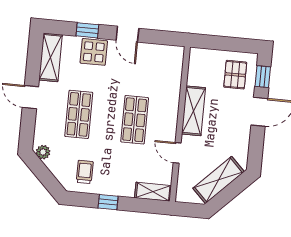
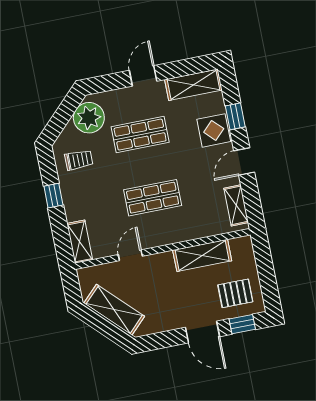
shelving: (162, 52) -> (236, 205), added
shelving: (194, 111) -> (202, 255), moved
plant: (43, 152) -> (89, 118), width x1.87, depth x1.87

